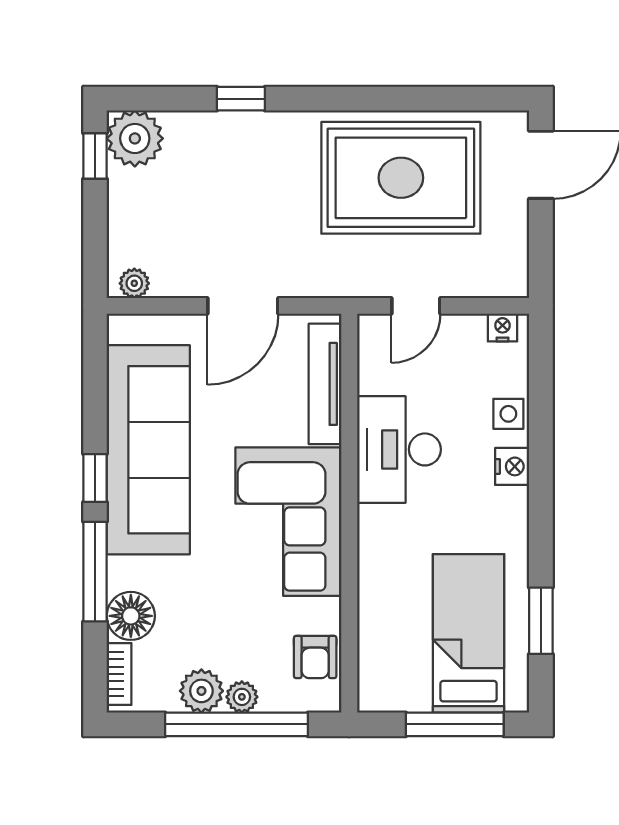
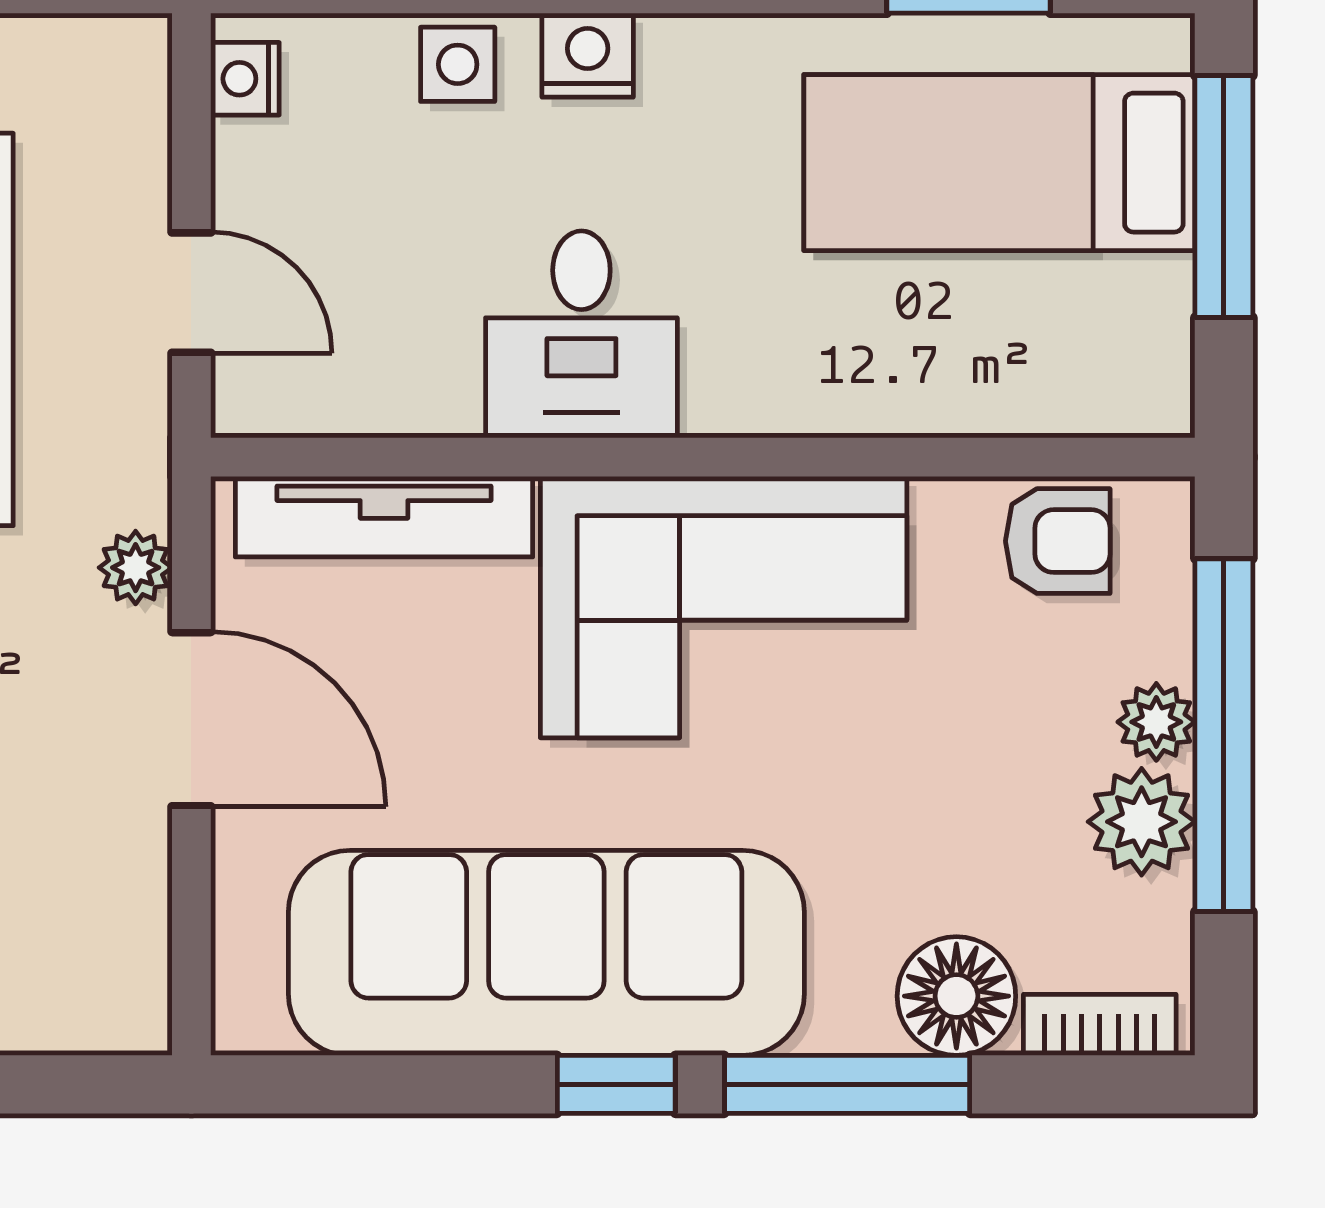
plant: (134, 283) -> (136, 568), moved
desk: (399, 449) -> (581, 334), width x0.73

